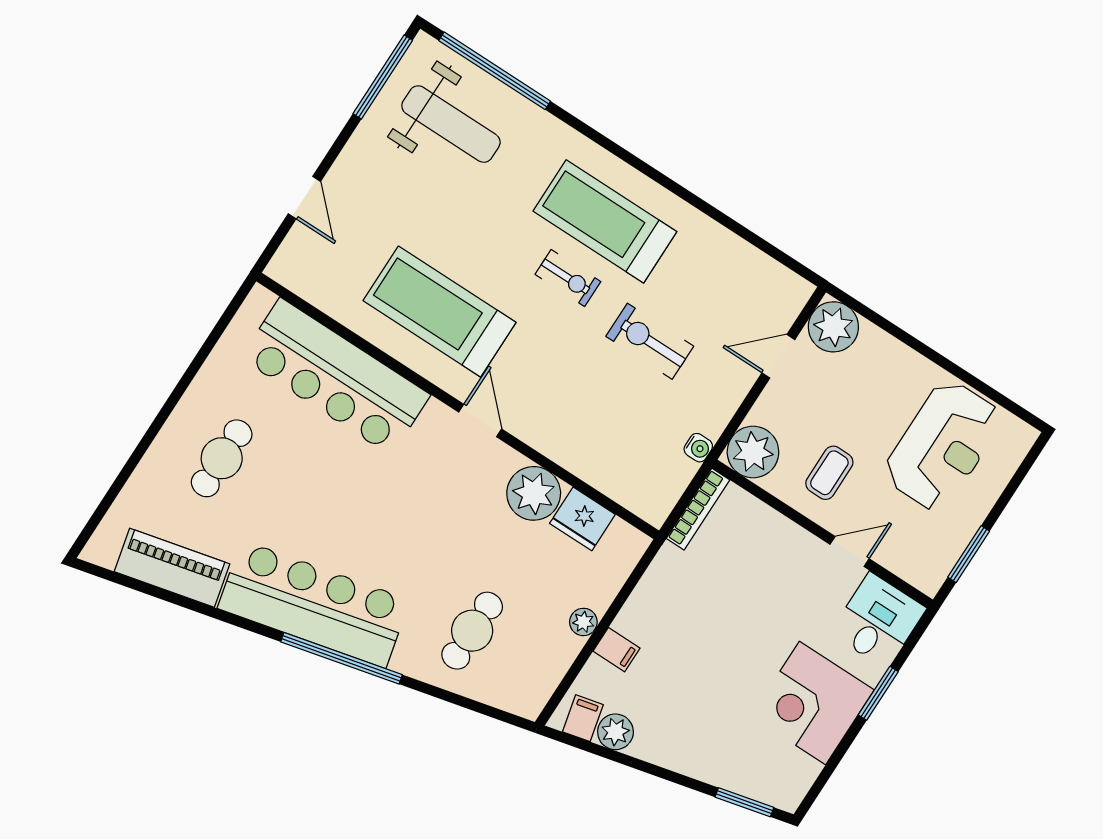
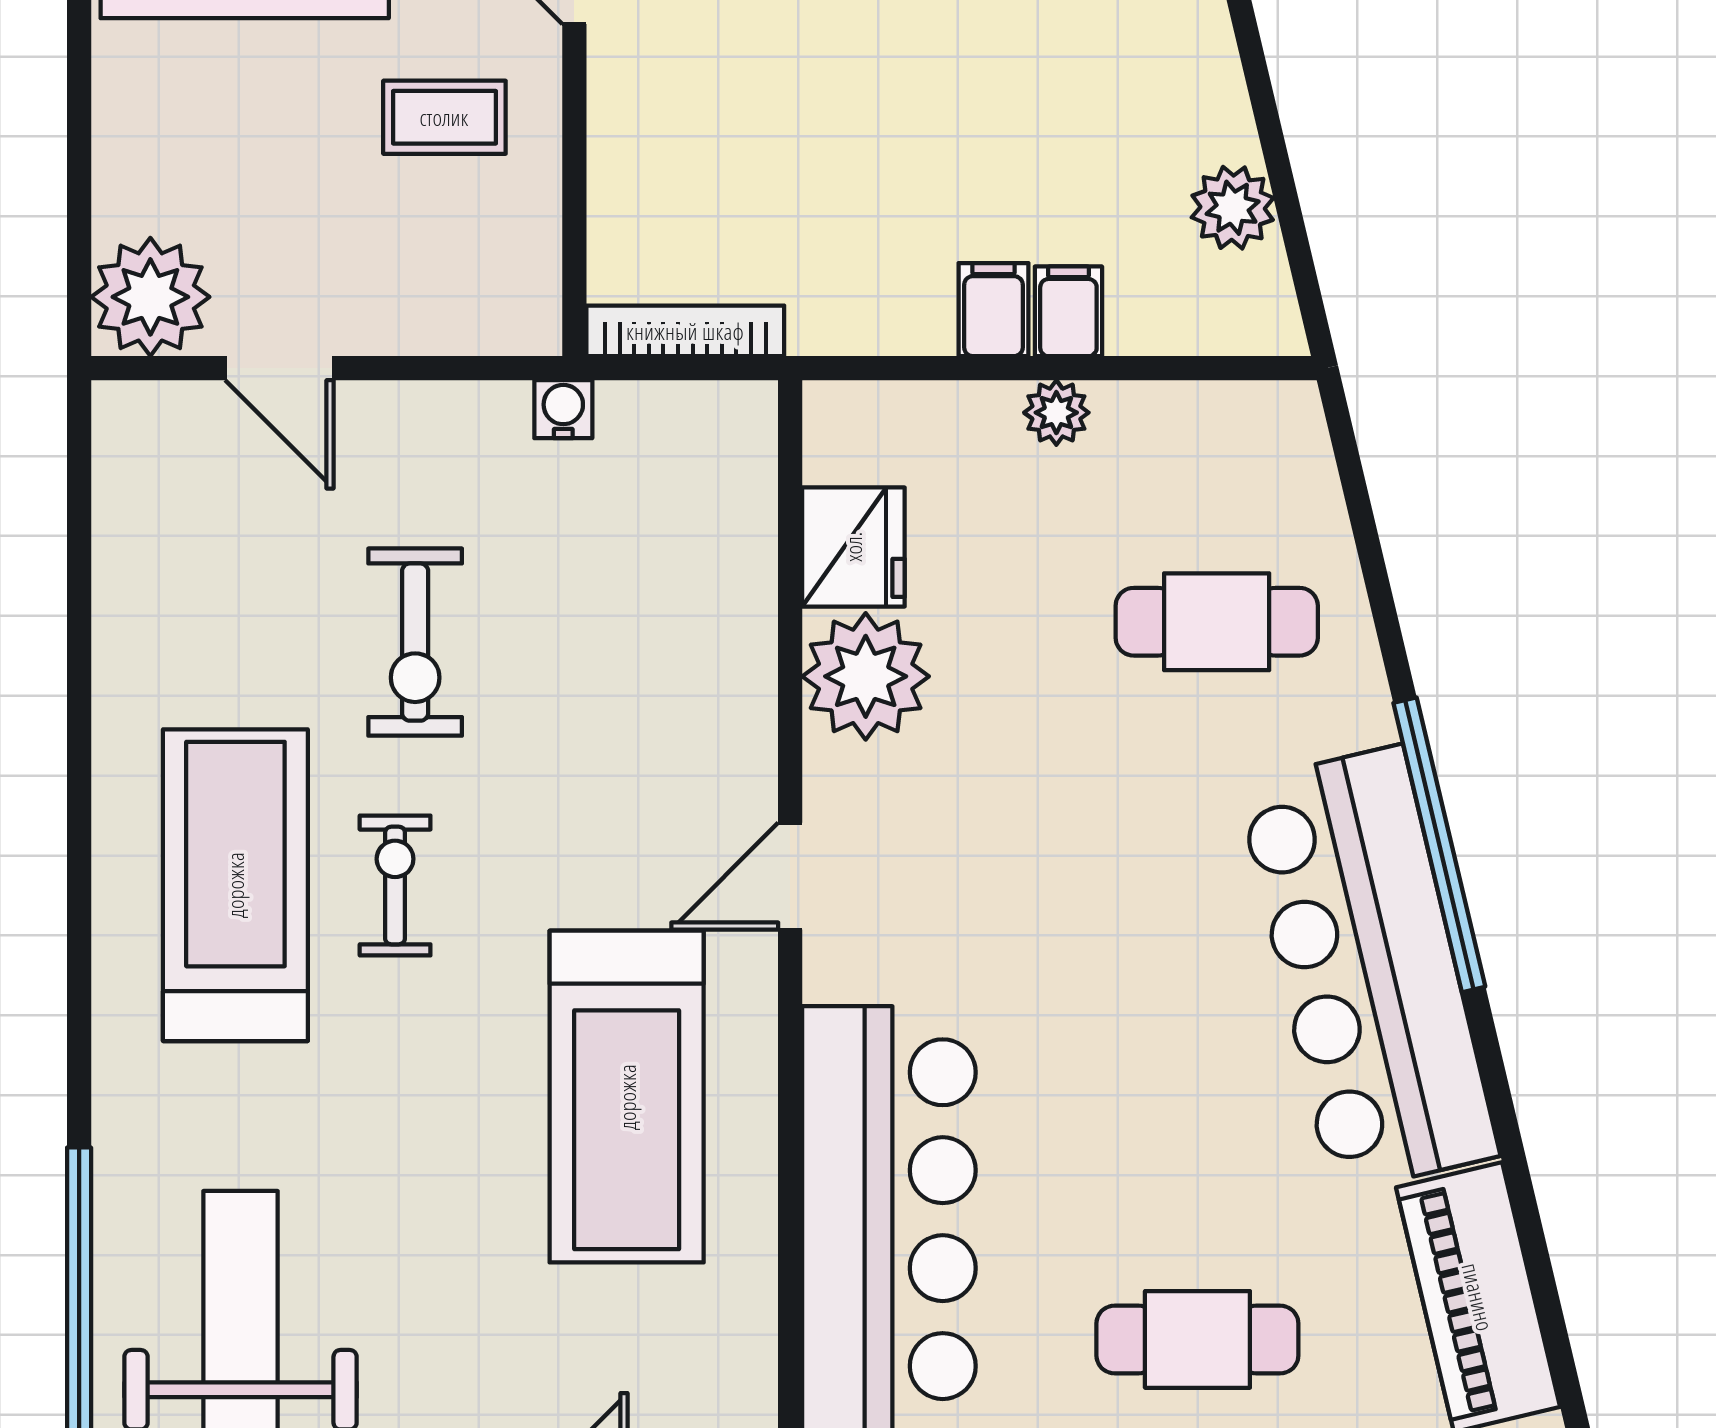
treadmill: (605, 221) -> (235, 885), turned 180
plant: (753, 452) -> (502, 295), removed
filing cabinet: (583, 718) -> (993, 310), moved, turned 103

